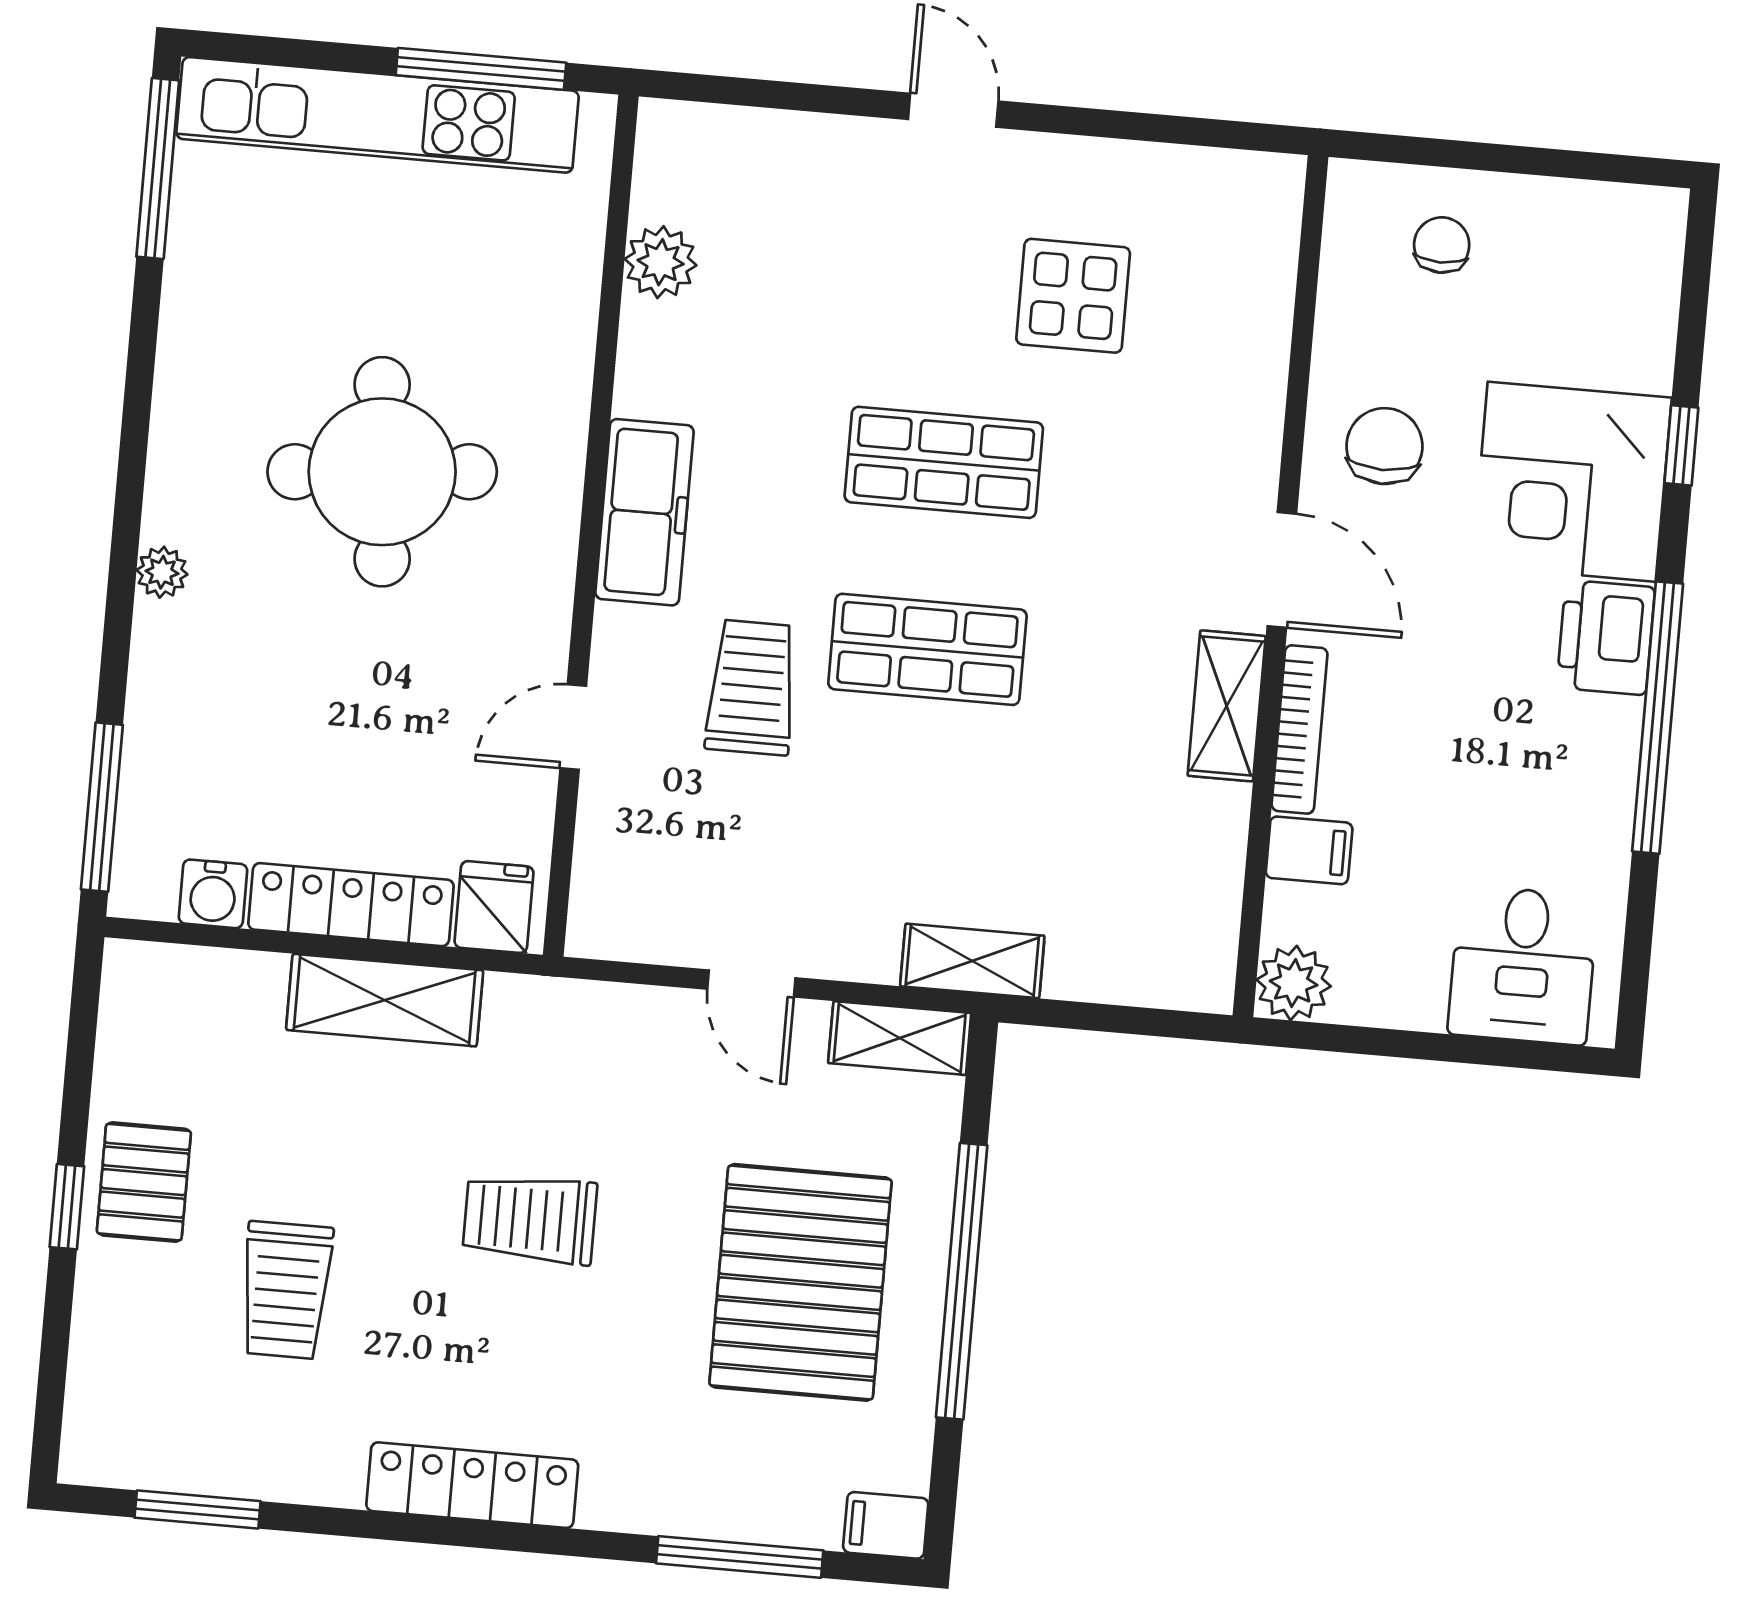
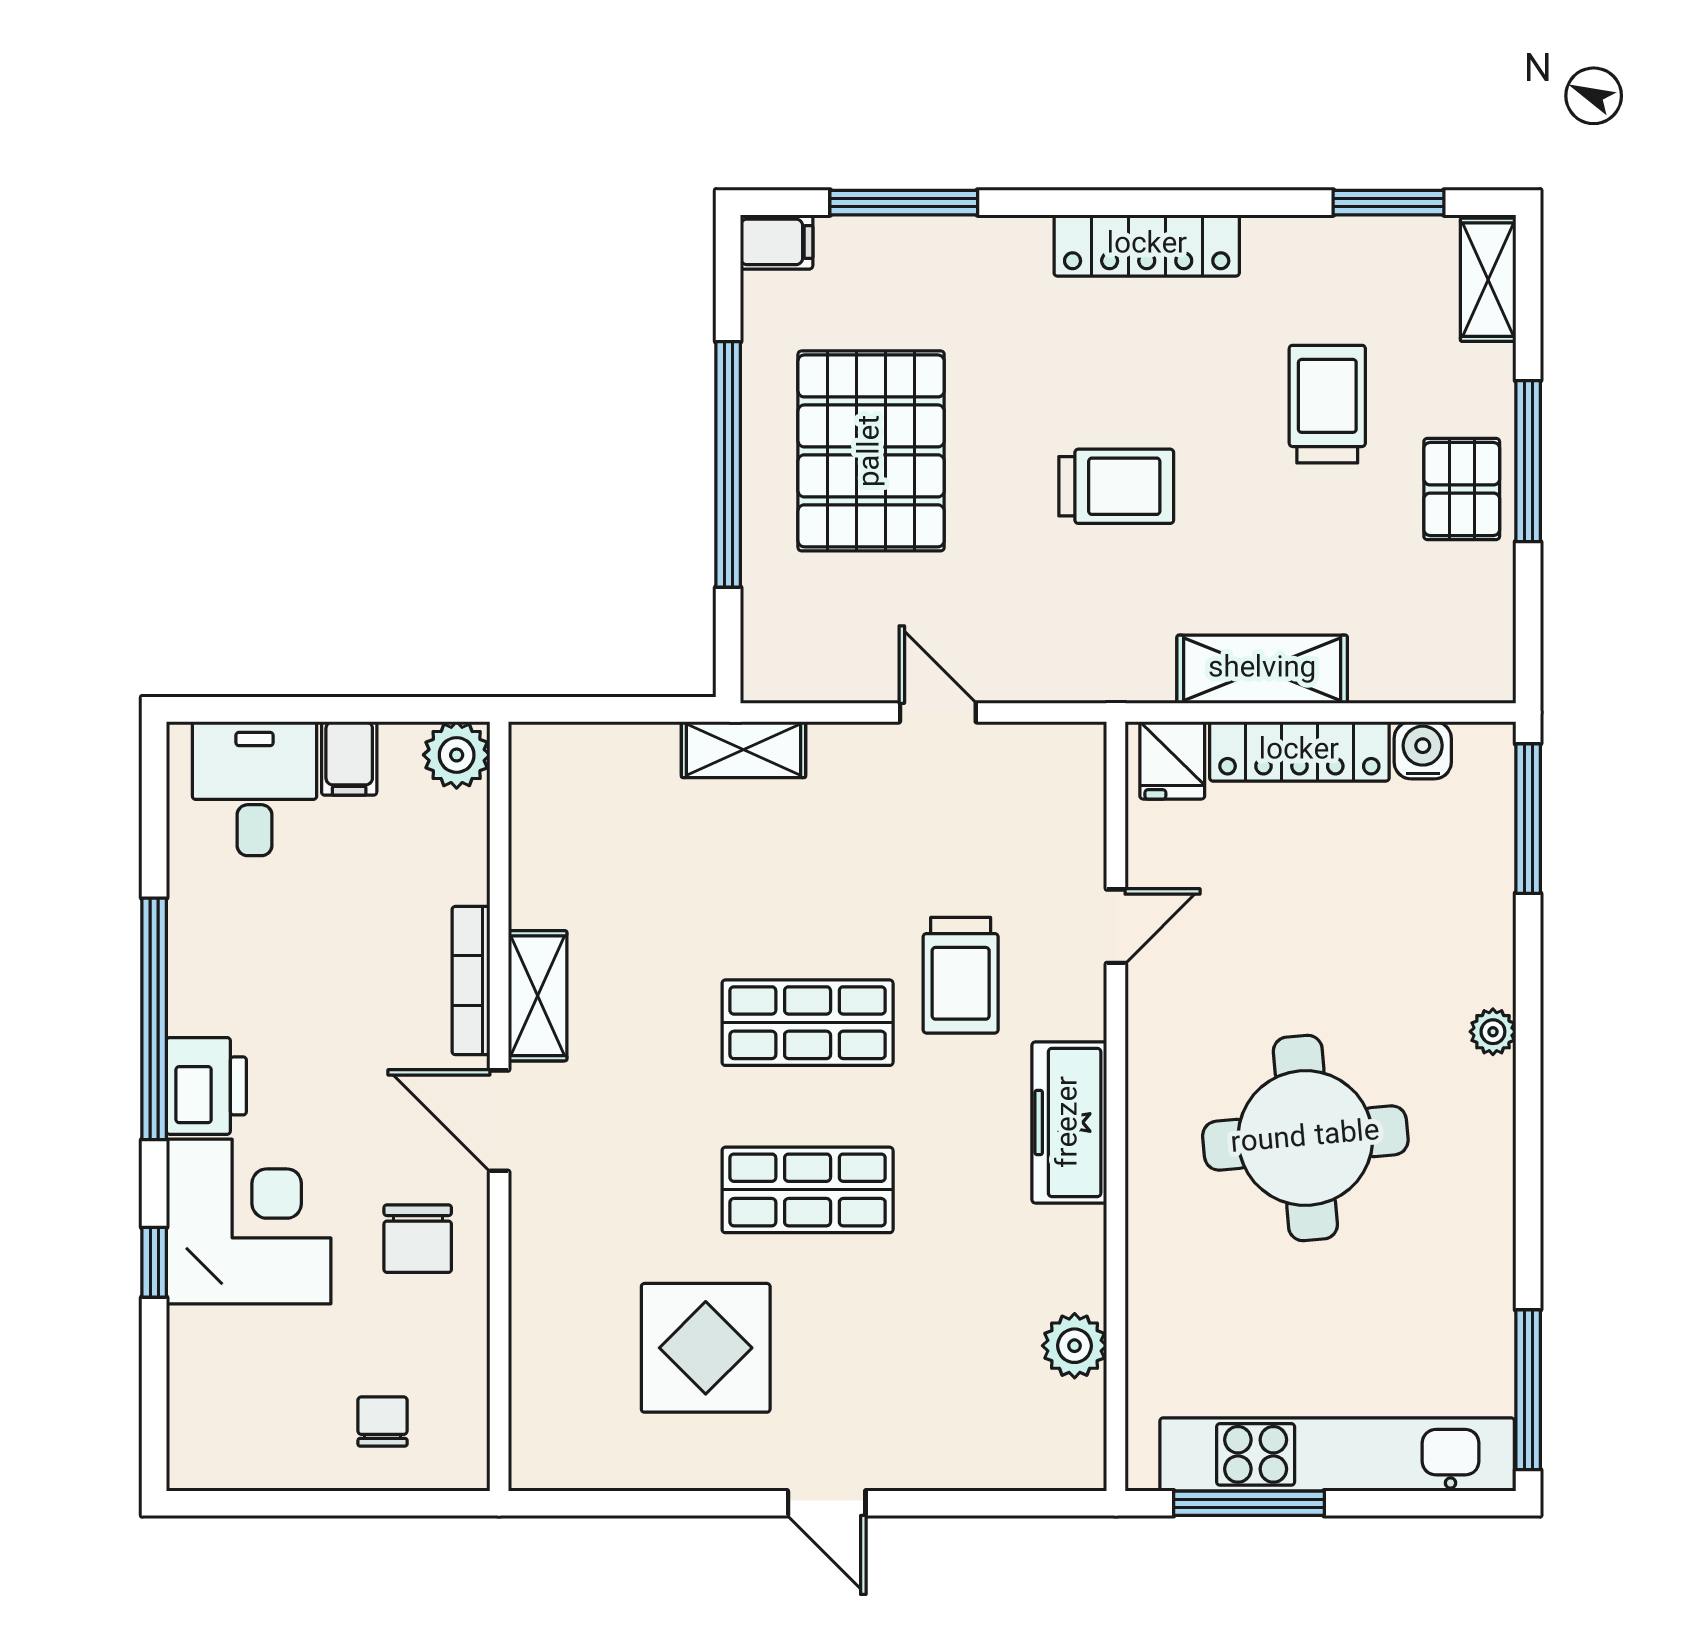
chair: (1442, 245) -> (383, 1422), turned 180
display table: (1073, 296) -> (706, 1348), width x1.36, depth x1.36
filing cabinet: (1309, 850) -> (349, 758), moved, turned -90
shelving: (900, 1038) -> (1488, 280), moved, turned 90
window: (67, 1207) -> (1528, 461), width x2.17

